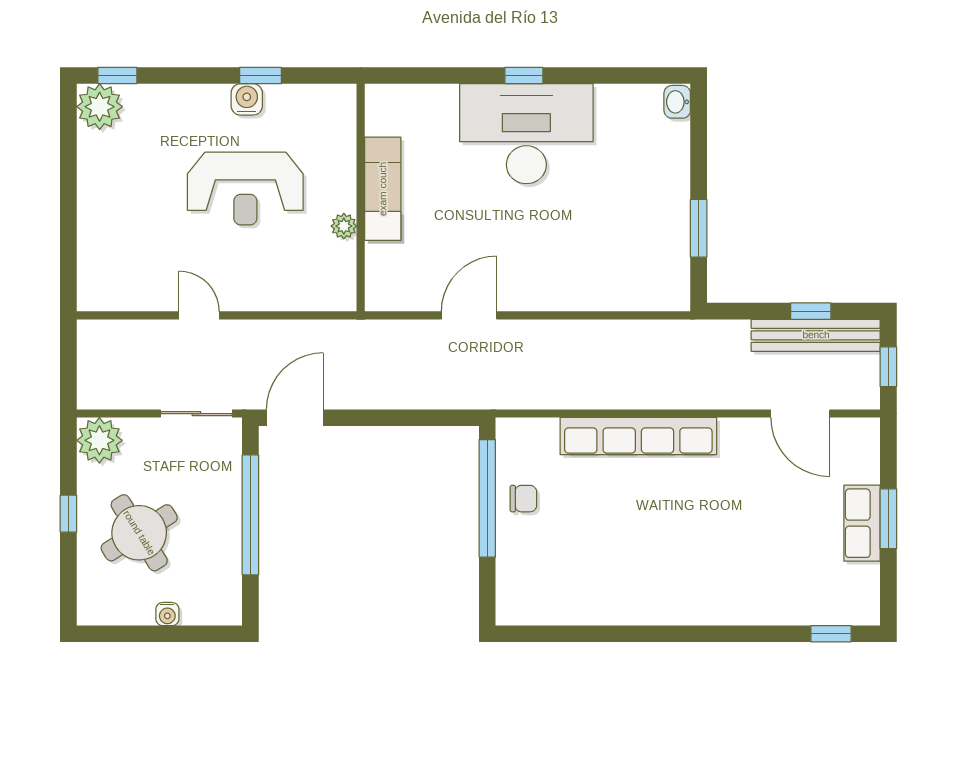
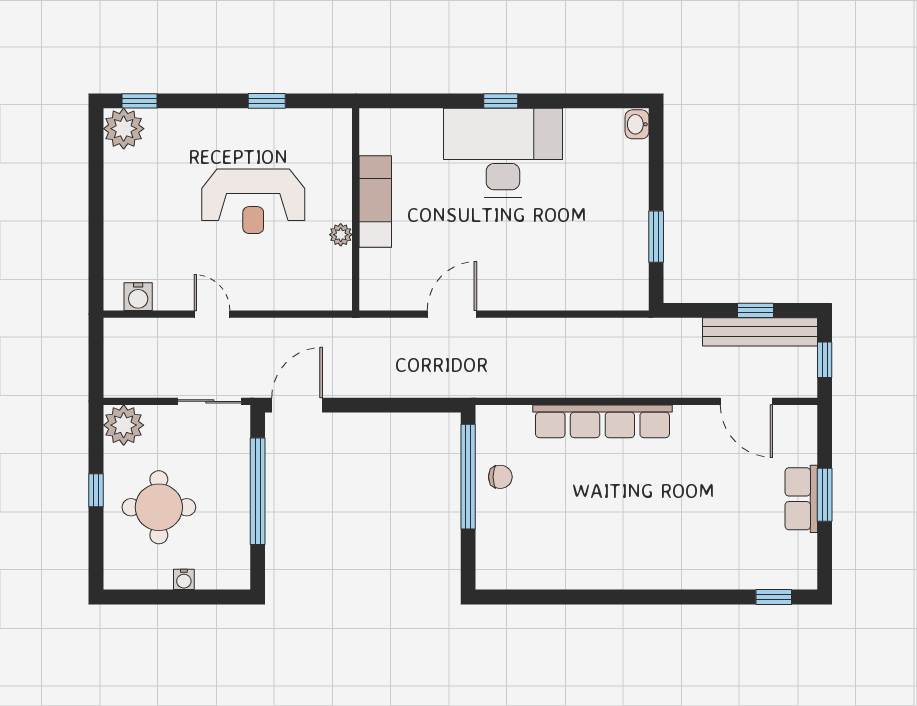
water cooler: (247, 99) -> (138, 297), moved, turned 180
round table: (139, 533) -> (159, 507), turned 32

